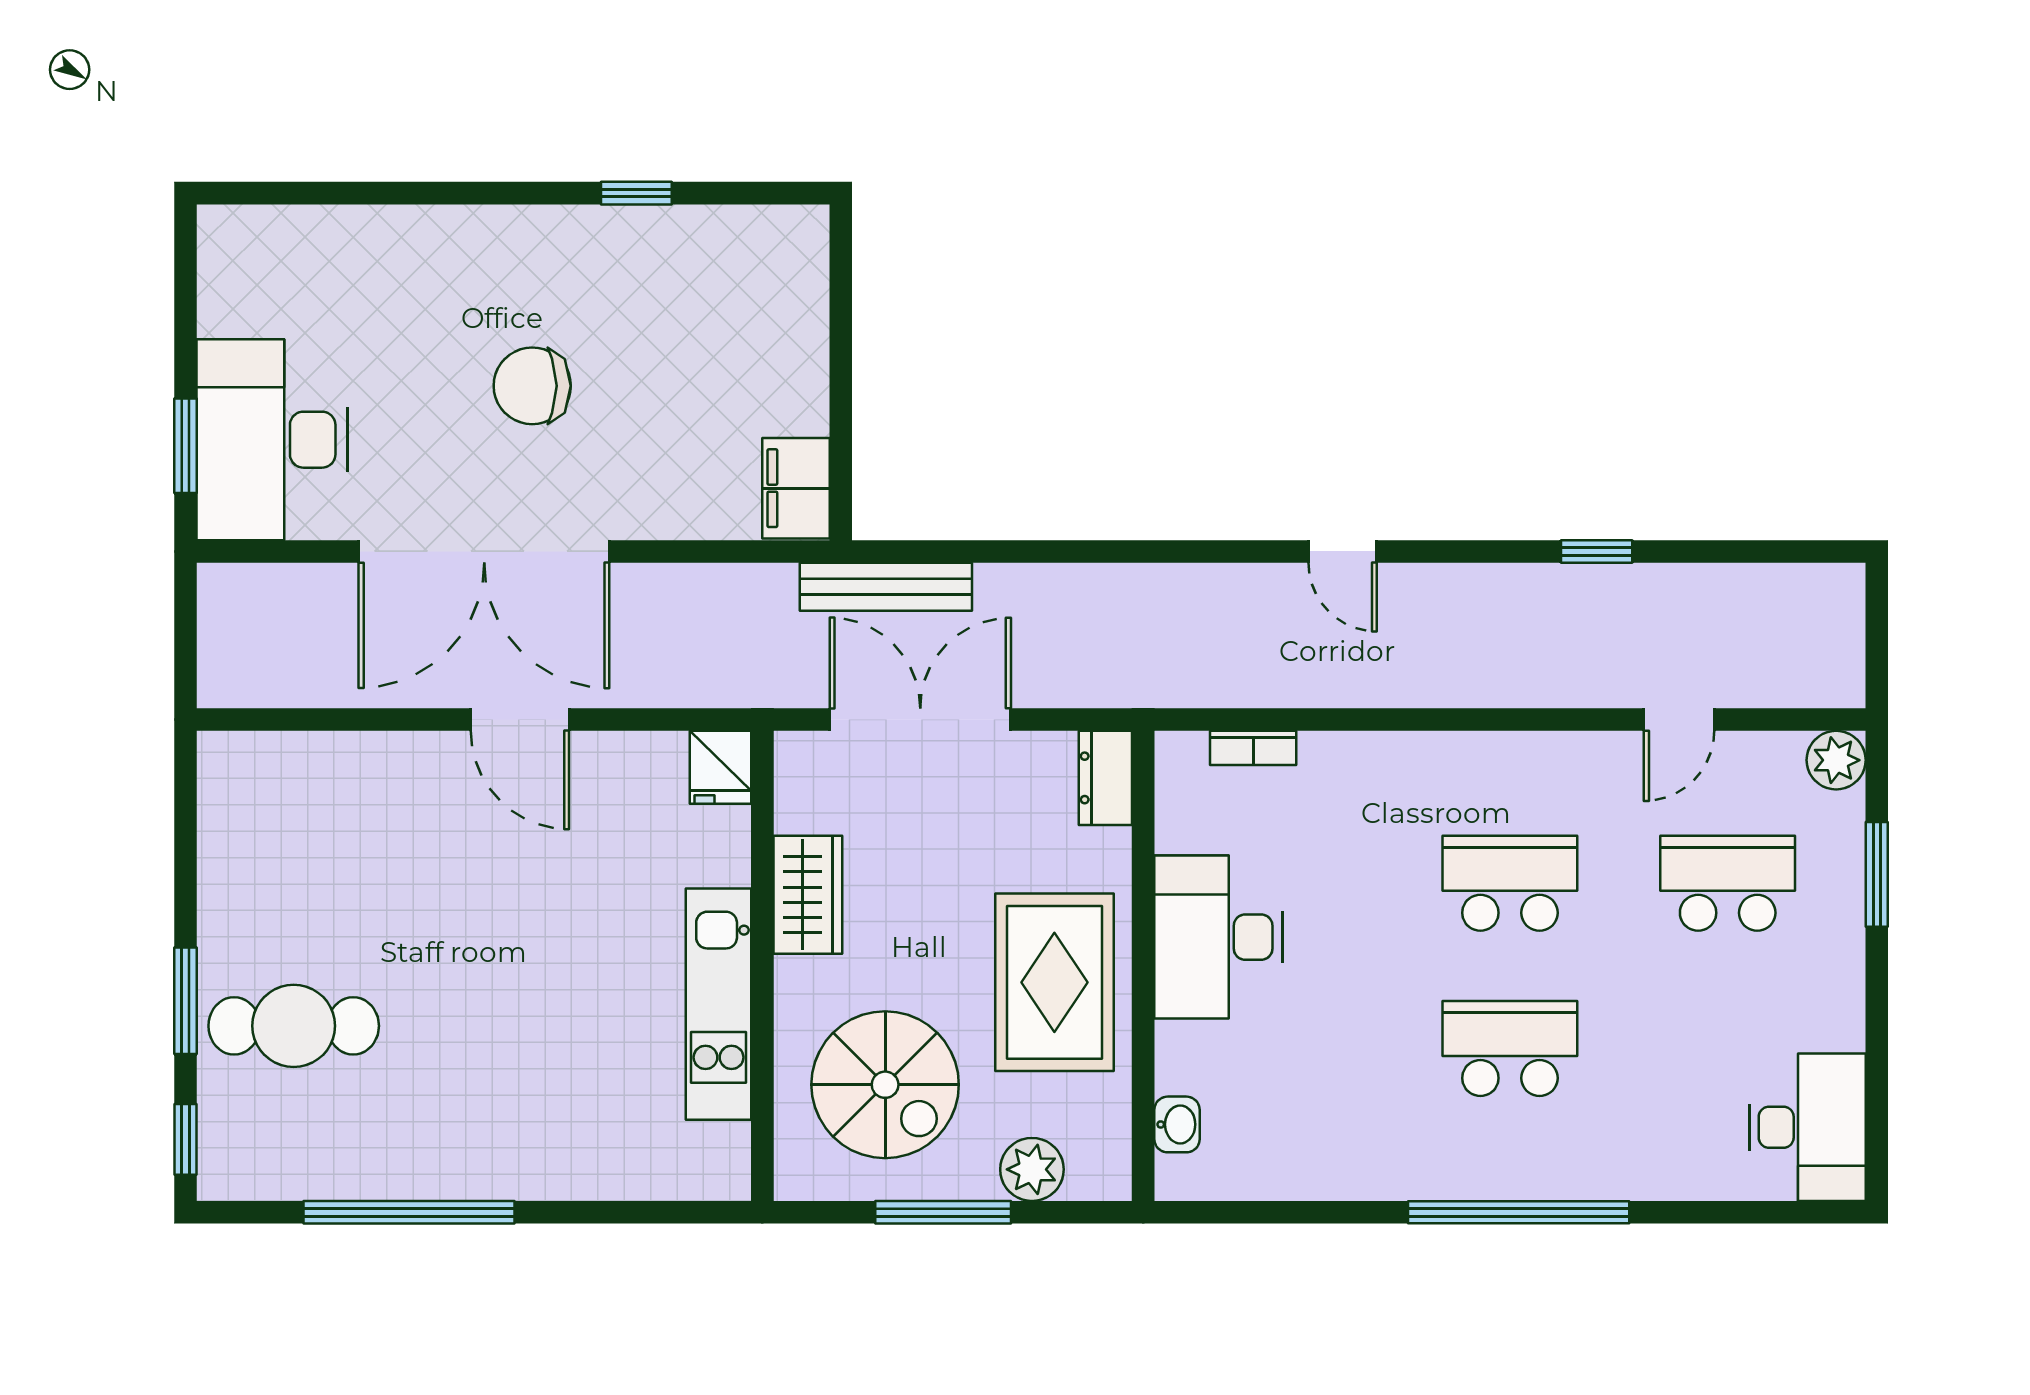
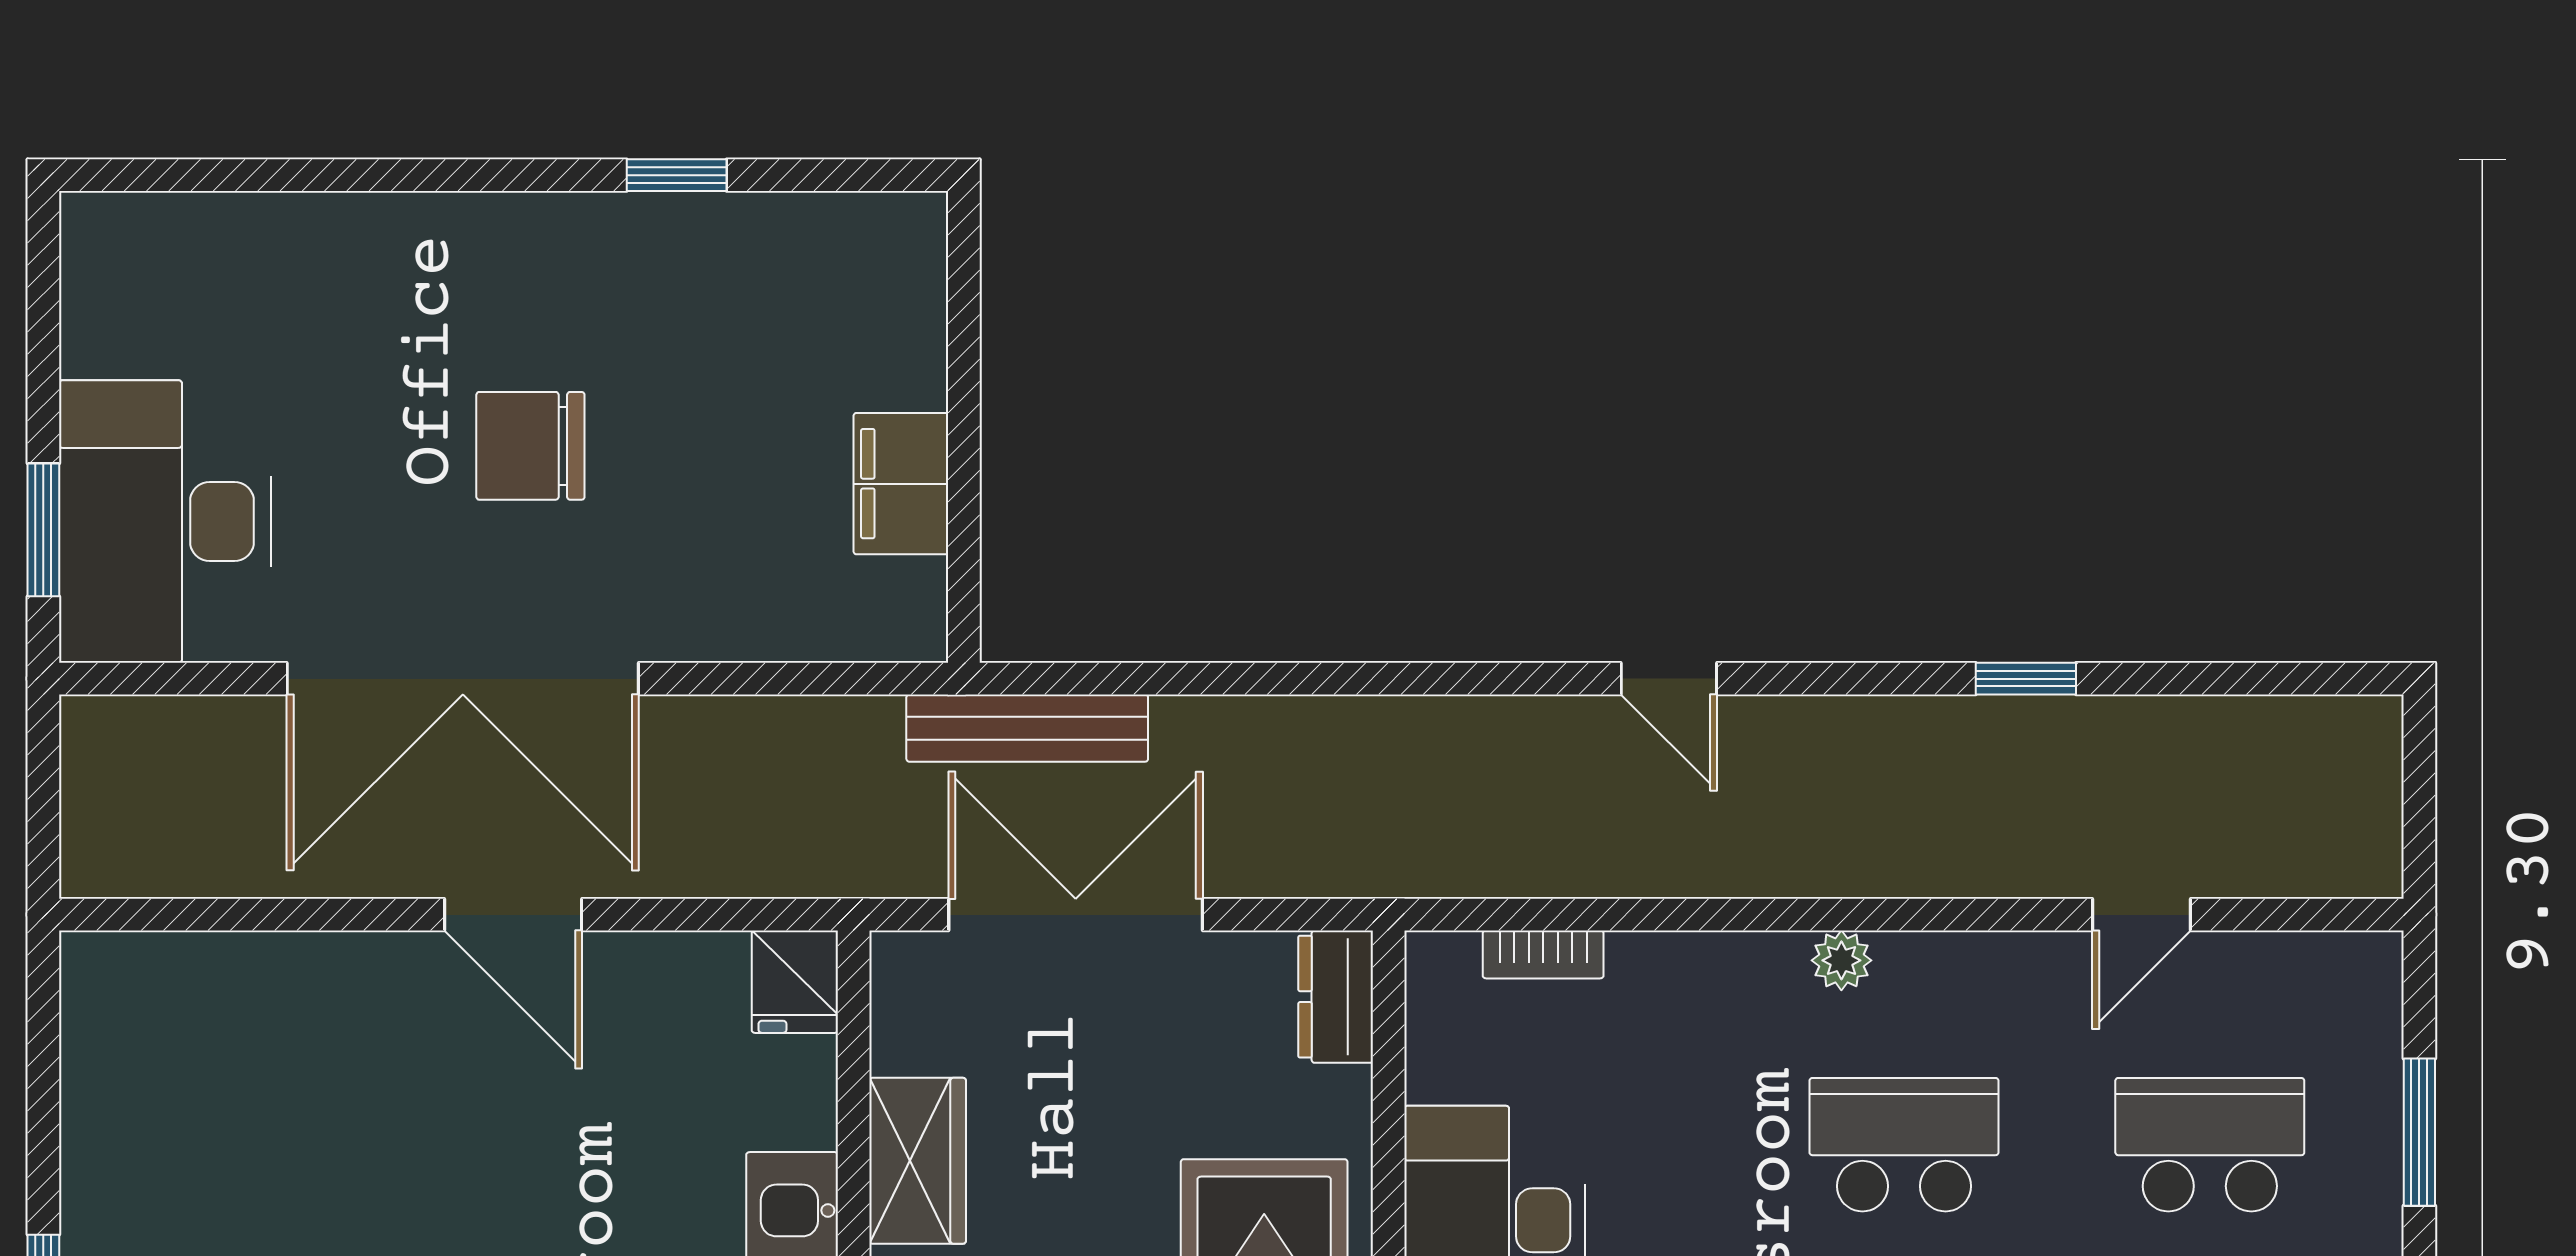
filing cabinet: (796, 488) -> (901, 484), moved
plant: (1836, 760) -> (1841, 960), moved, width x0.73, depth x0.73

